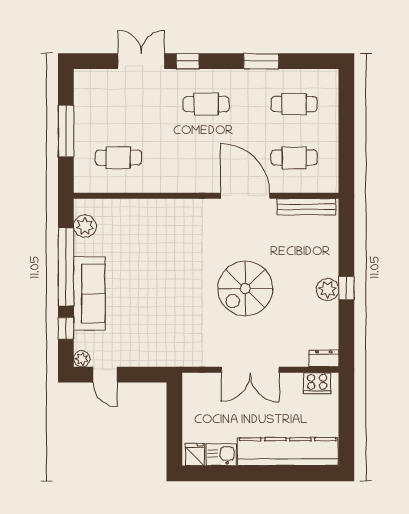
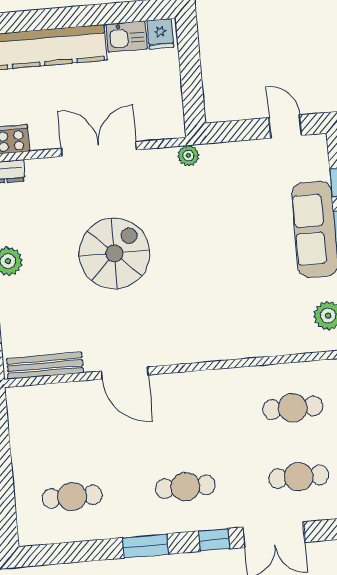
window: (261, 61) -> (146, 546), moved
cafe table: (294, 158) -> (299, 477), moved
door: (245, 196) -> (125, 373), width x0.73
plant: (82, 359) -> (188, 156), moved

